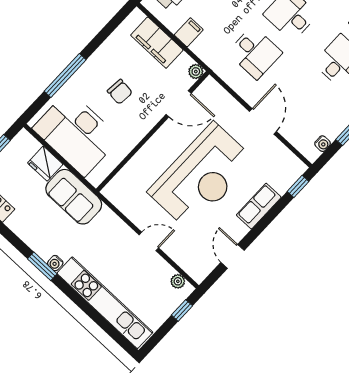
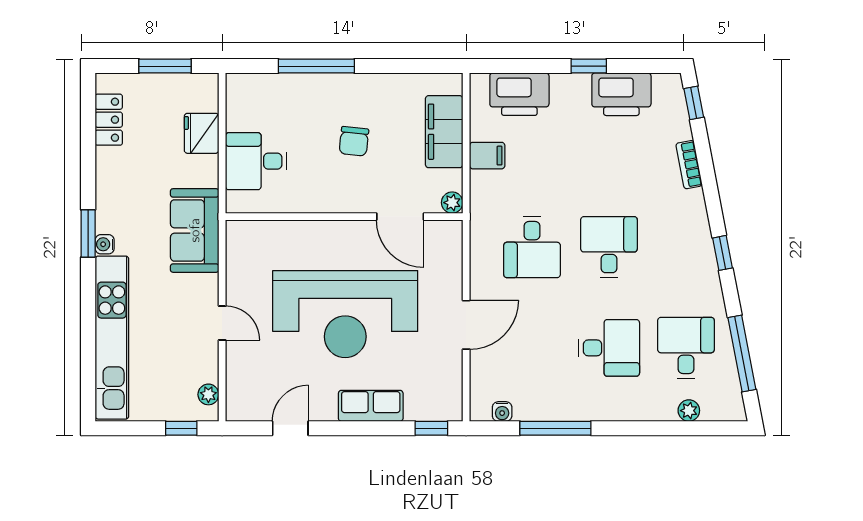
desk: (76, 133) -> (256, 161), width x0.53, depth x0.77
sofa: (74, 197) -> (195, 230), moved

